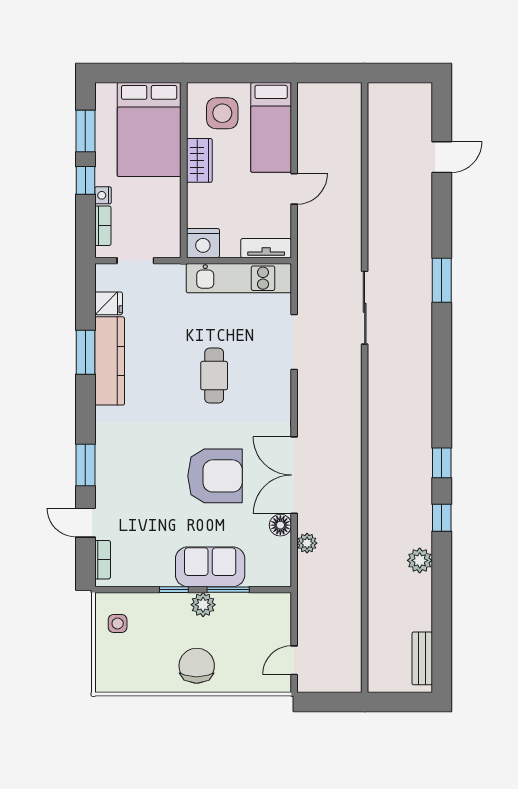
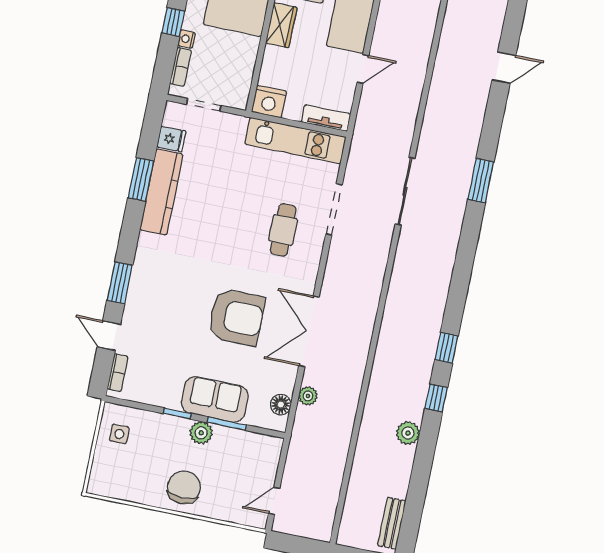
cafe table: (214, 376) -> (283, 230), moved
floor lamp: (280, 525) -> (281, 405), moved

